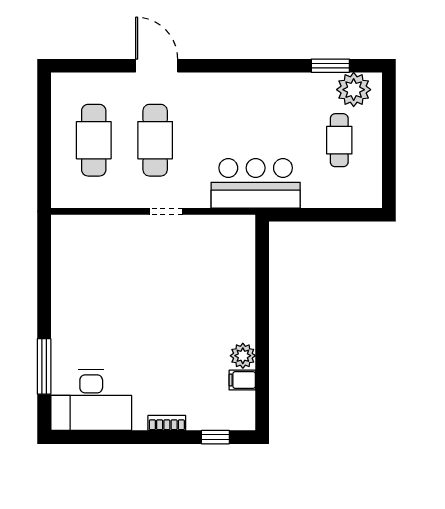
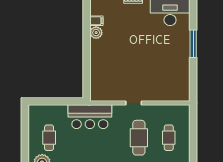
cafe table: (94, 140) -> (169, 138), width x0.73, depth x0.74
window: (44, 366) -> (193, 44), moved

